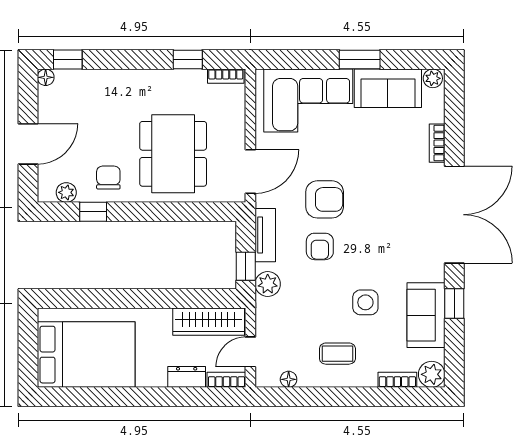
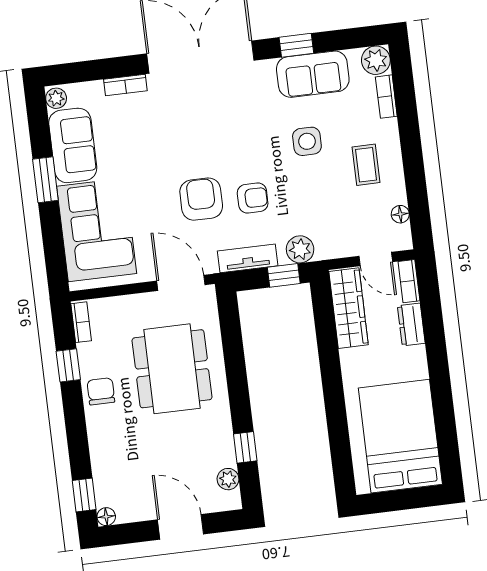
dining table: (173, 154) -> (172, 369), turned 90
chair: (108, 178) -> (101, 391), moved, turned 90

